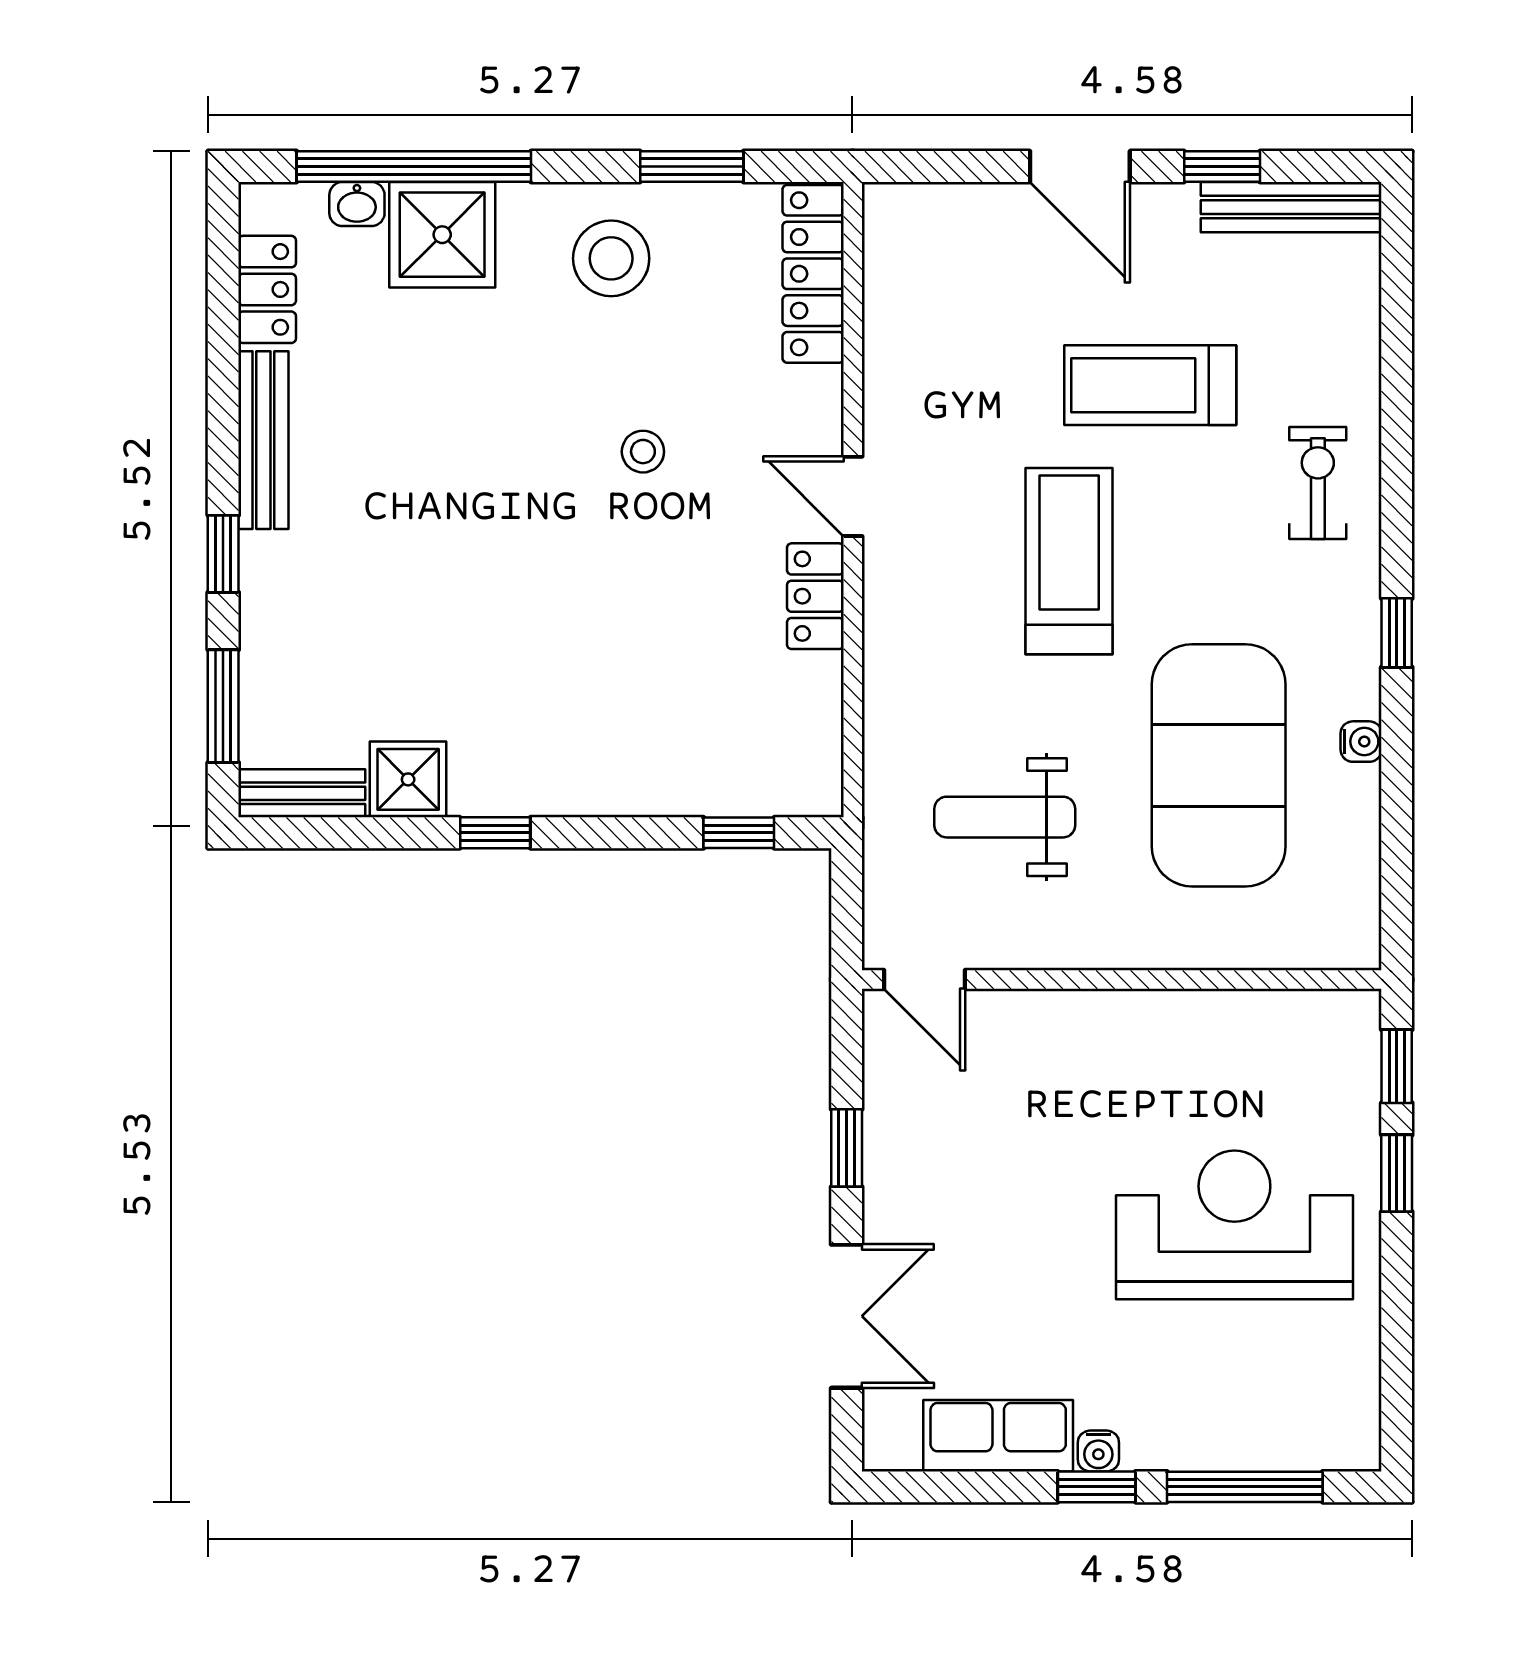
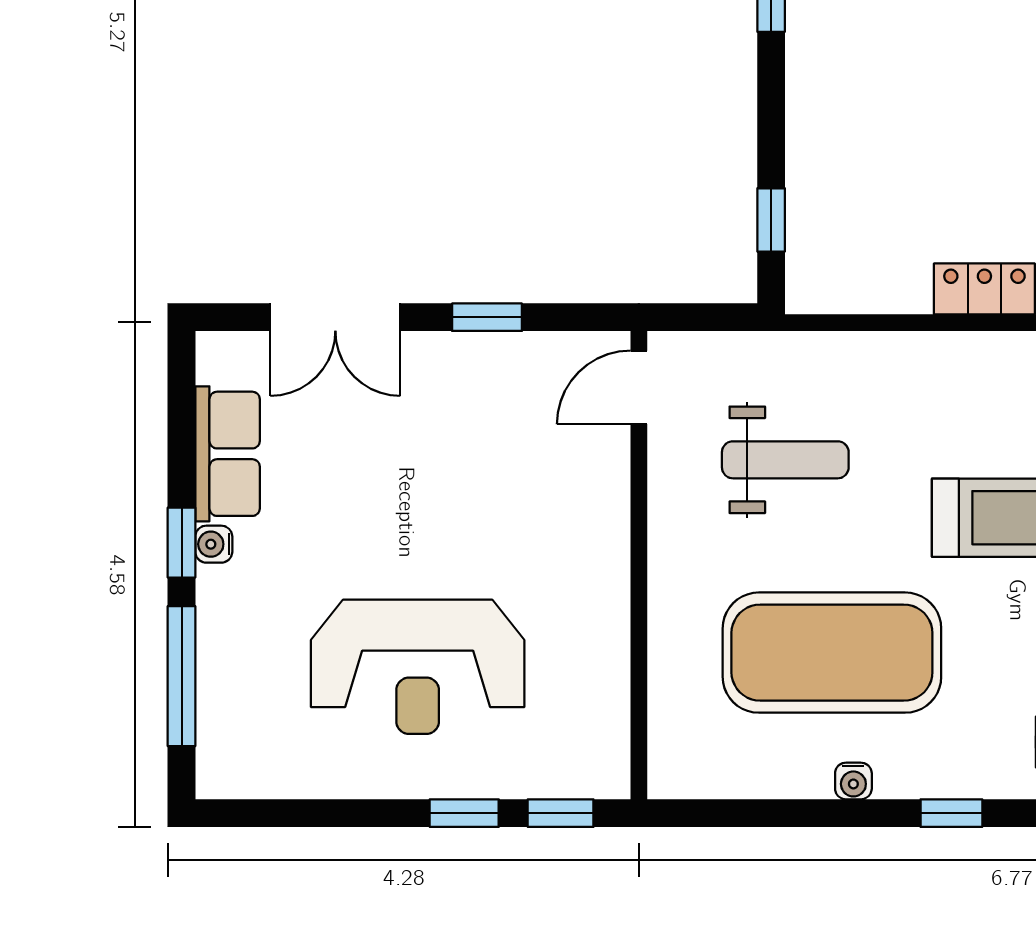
weight bench: (1005, 817) -> (785, 460), turned 90
reception desk: (1234, 1225) -> (418, 667), turned 90

